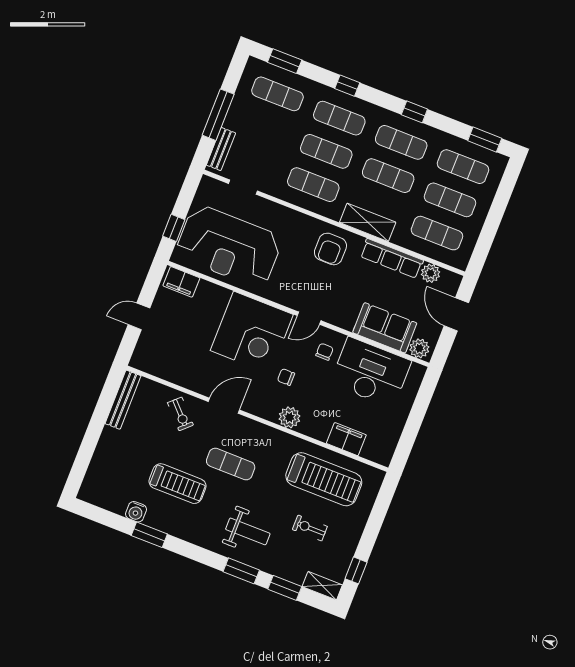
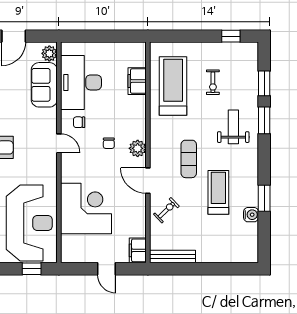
filing cabinet: (181, 282) -> (138, 250), moved, turned 180
corner desk: (252, 333) -> (86, 209), moved
plant: (289, 417) -> (138, 148), moved
shelving: (322, 586) -> (252, 57), removed

